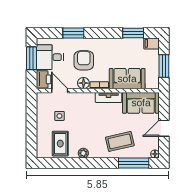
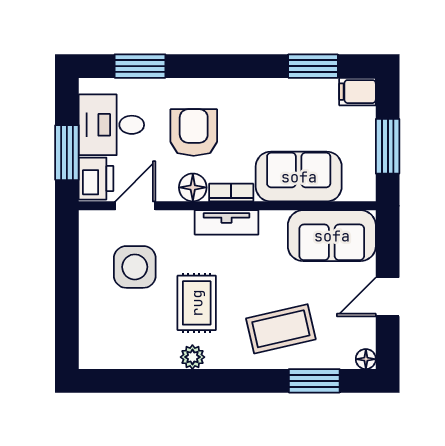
window: (73, 33) -> (140, 66), moved
window: (31, 58) -> (67, 153), moved
door: (60, 91) -> (135, 206), hinge flipped
tv unit: (109, 98) -> (227, 222), moved
side table: (59, 116) -> (135, 267), width x1.87, depth x1.87
rug: (60, 144) -> (197, 303), moved
window: (134, 163) -> (314, 381), width x0.69

